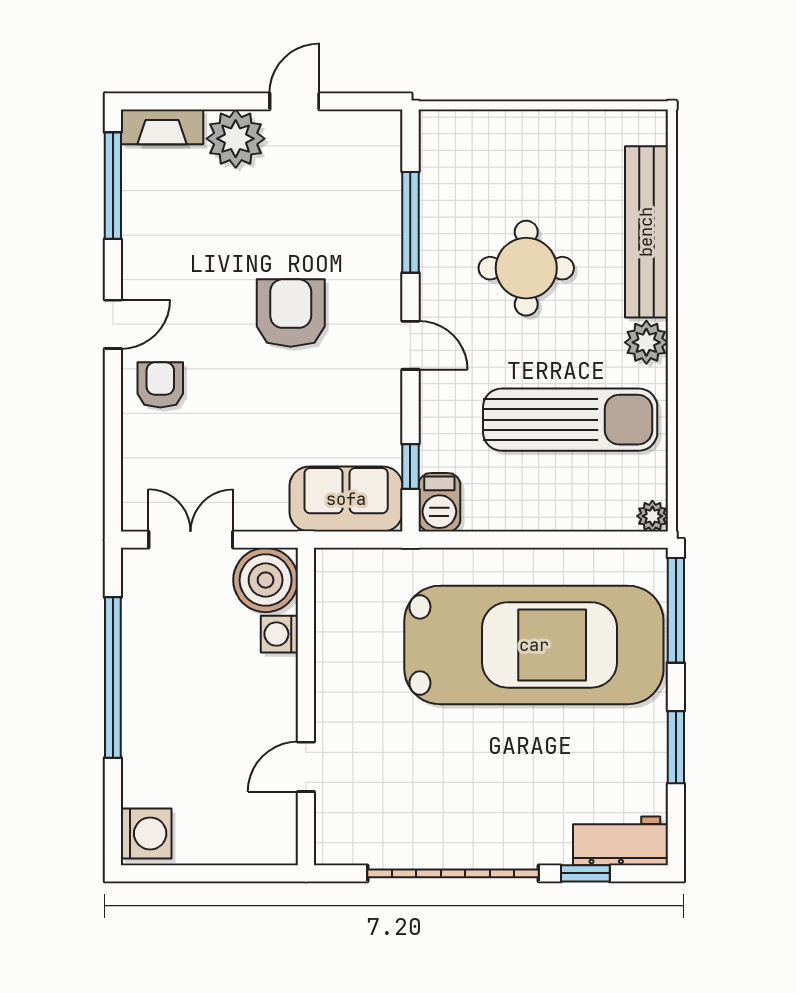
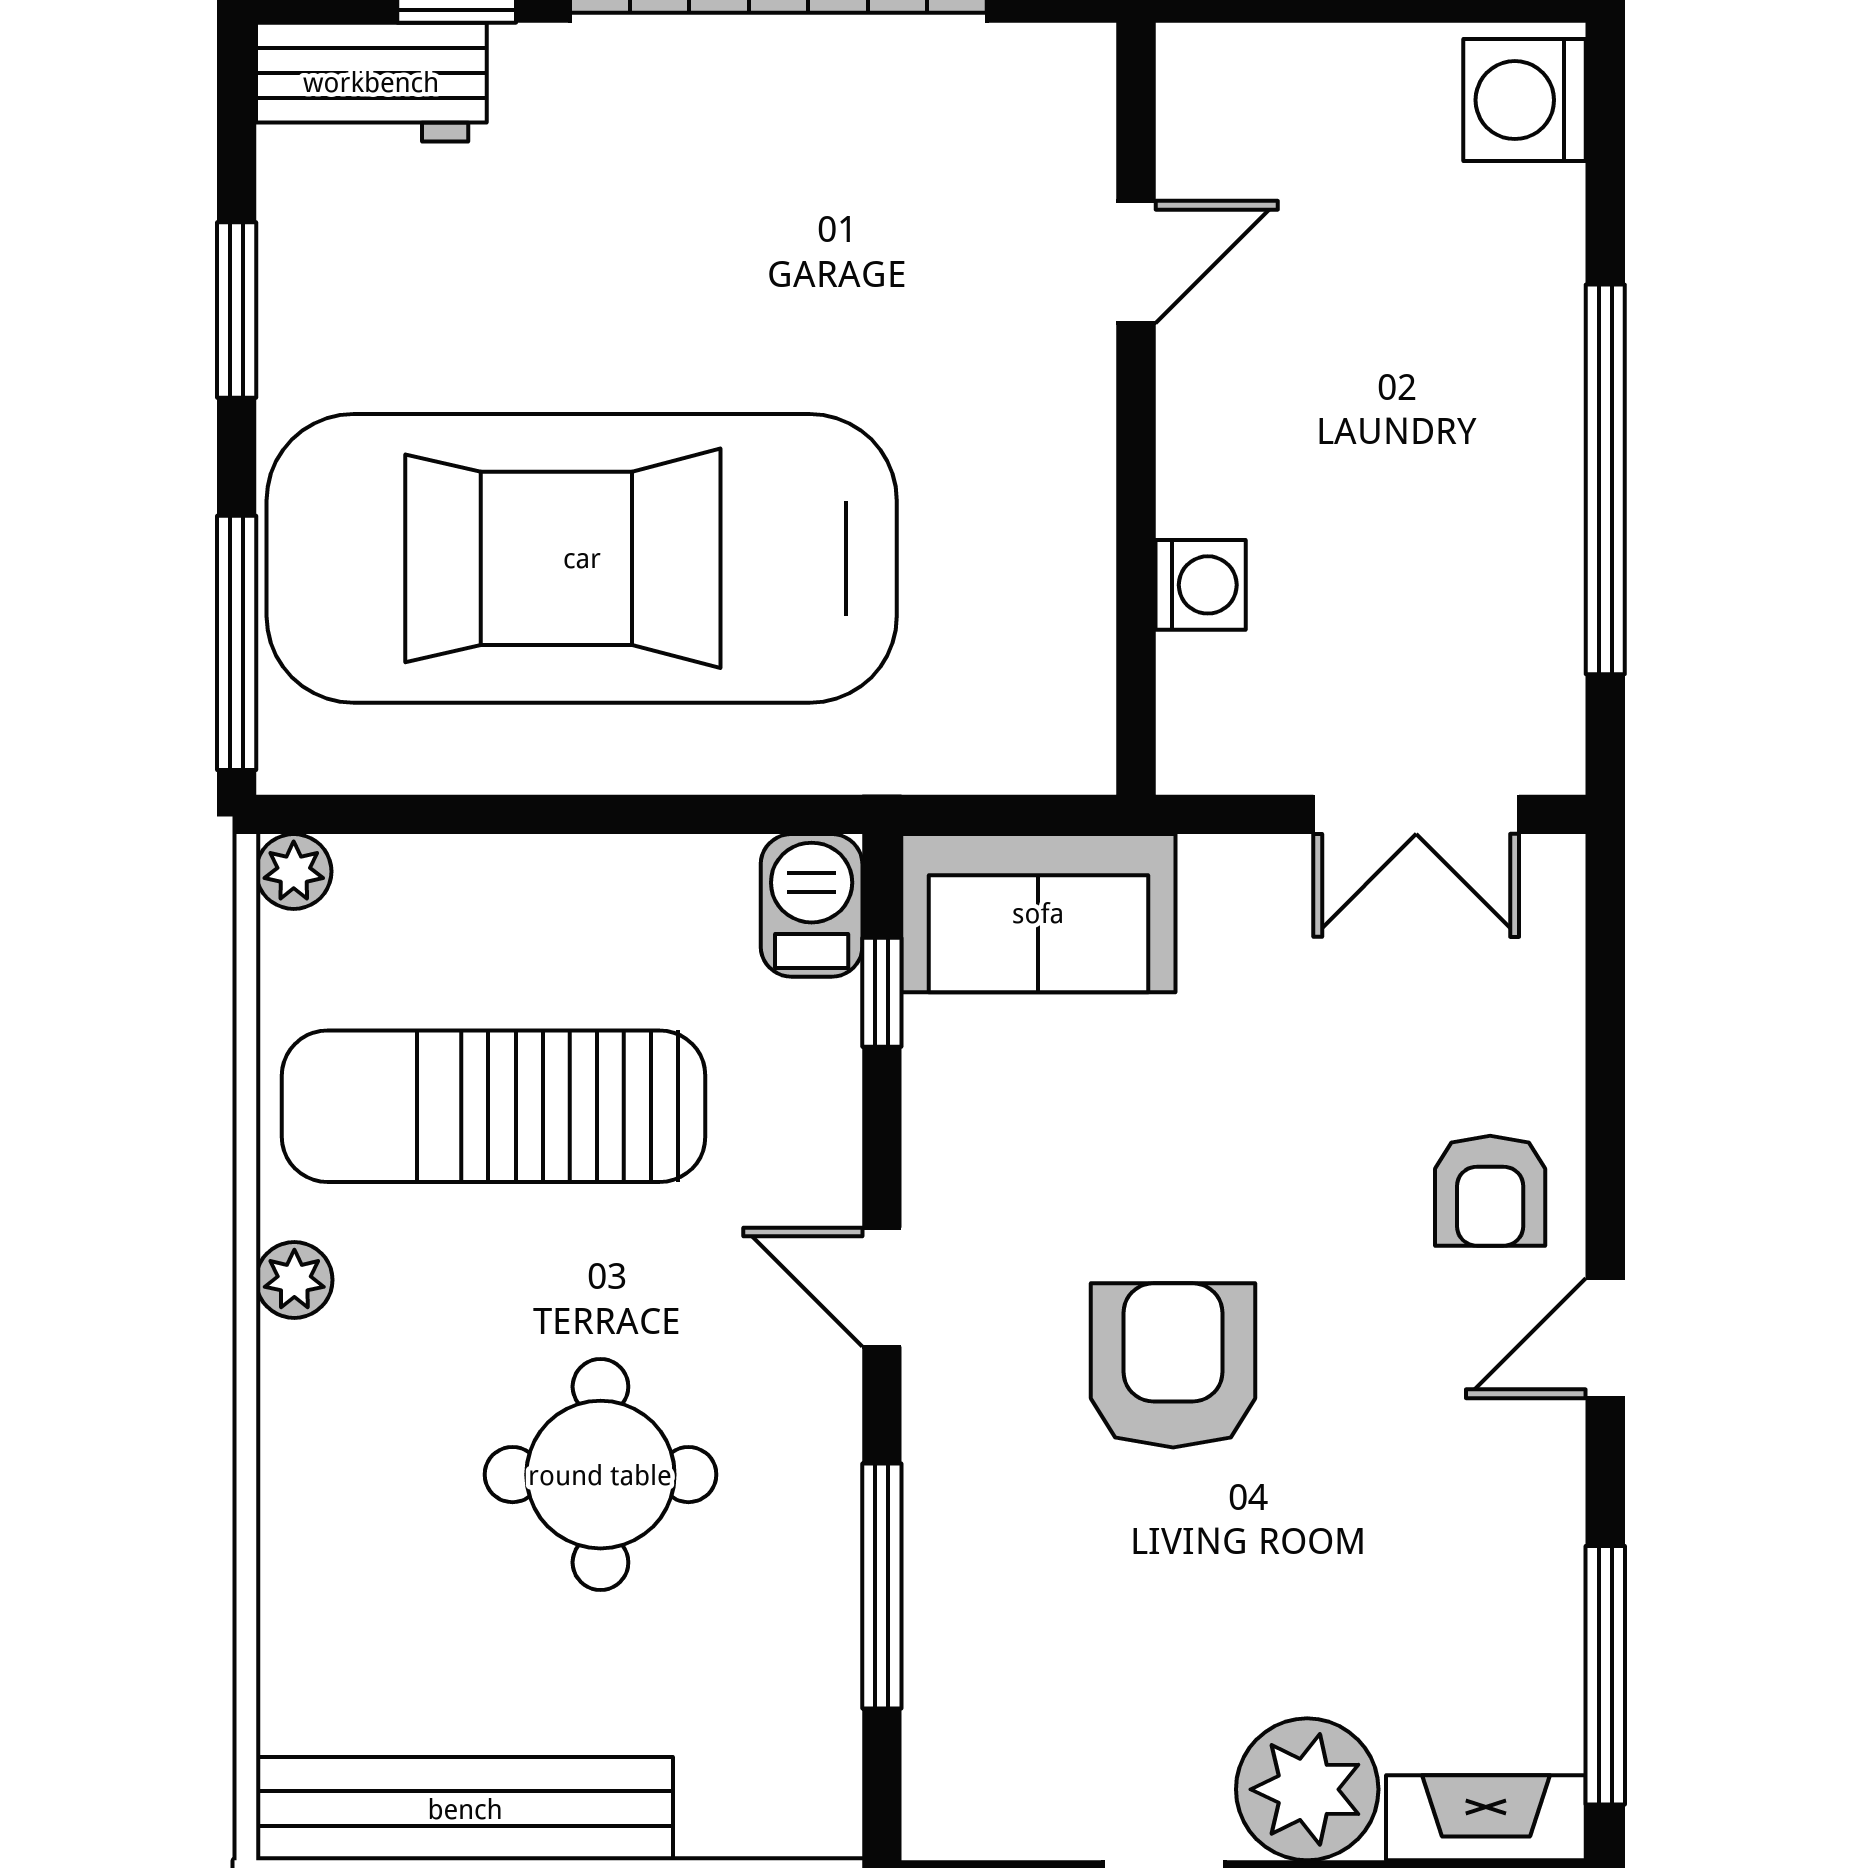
bench: (646, 232) -> (465, 1809), moved, turned 90
armchair: (291, 313) -> (1173, 1365), turned 180
plant: (646, 342) -> (294, 1280), width x0.73, depth x0.73
boiler: (266, 580) -> (1234, 716), removed

